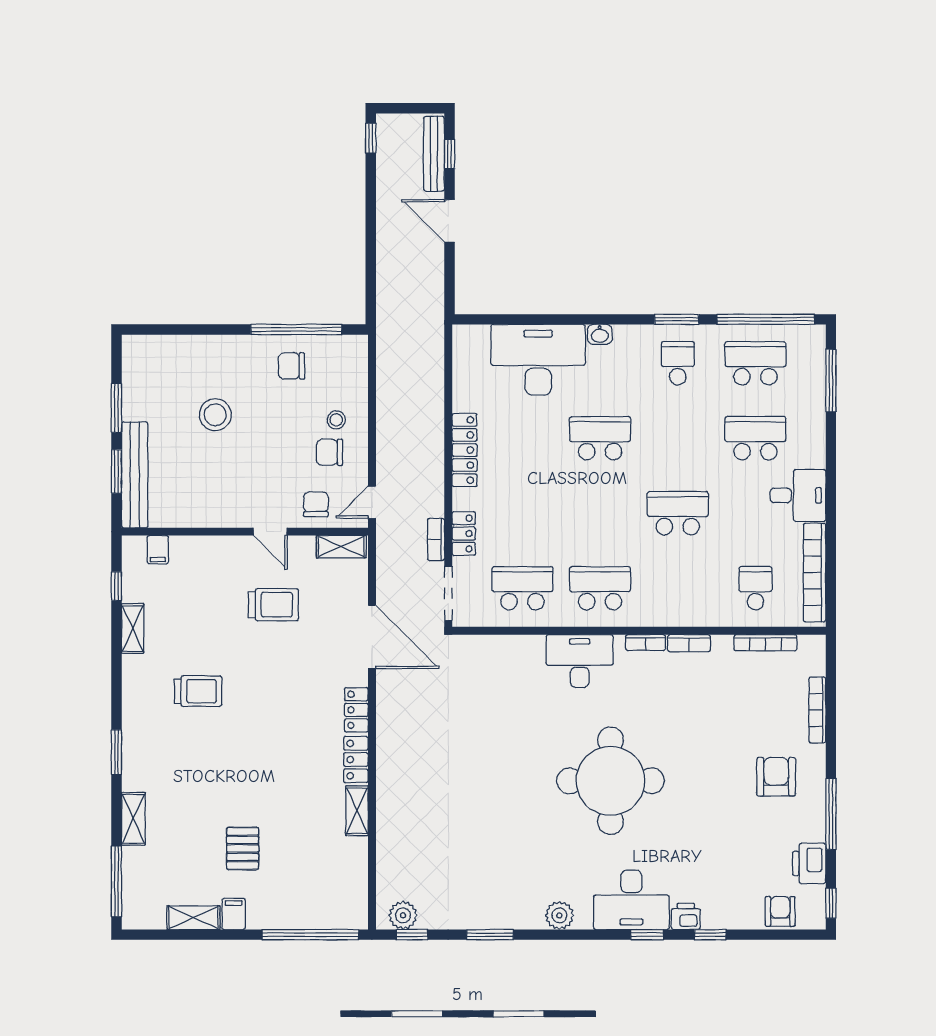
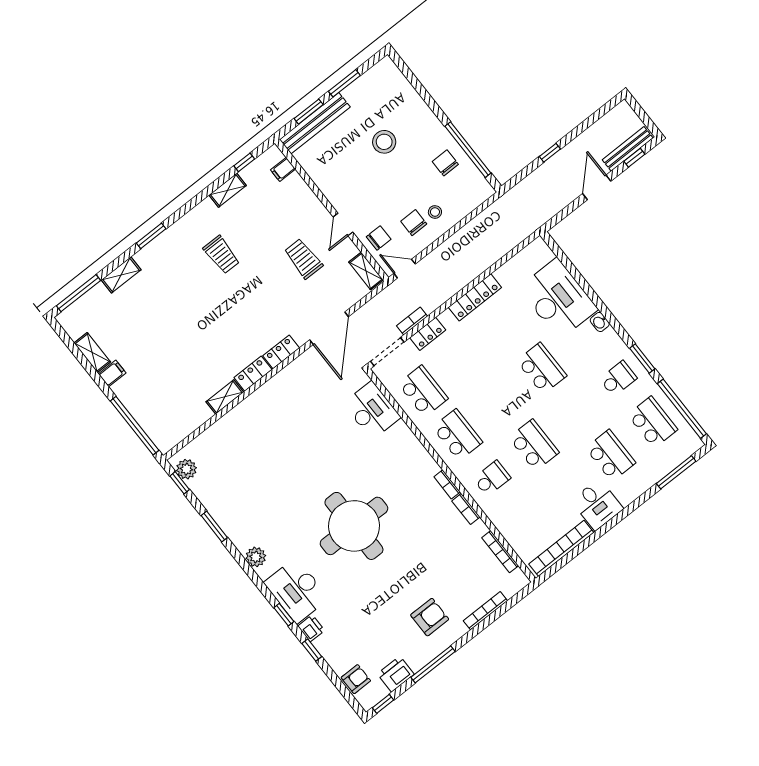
window: (371, 138) -> (550, 153), moved
school desk: (755, 588) -> (492, 478), moved
trolley: (273, 605) -> (303, 259), turned 180
desk: (580, 661) -> (372, 410), moved
pallet: (243, 848) -> (153, 349), removed

